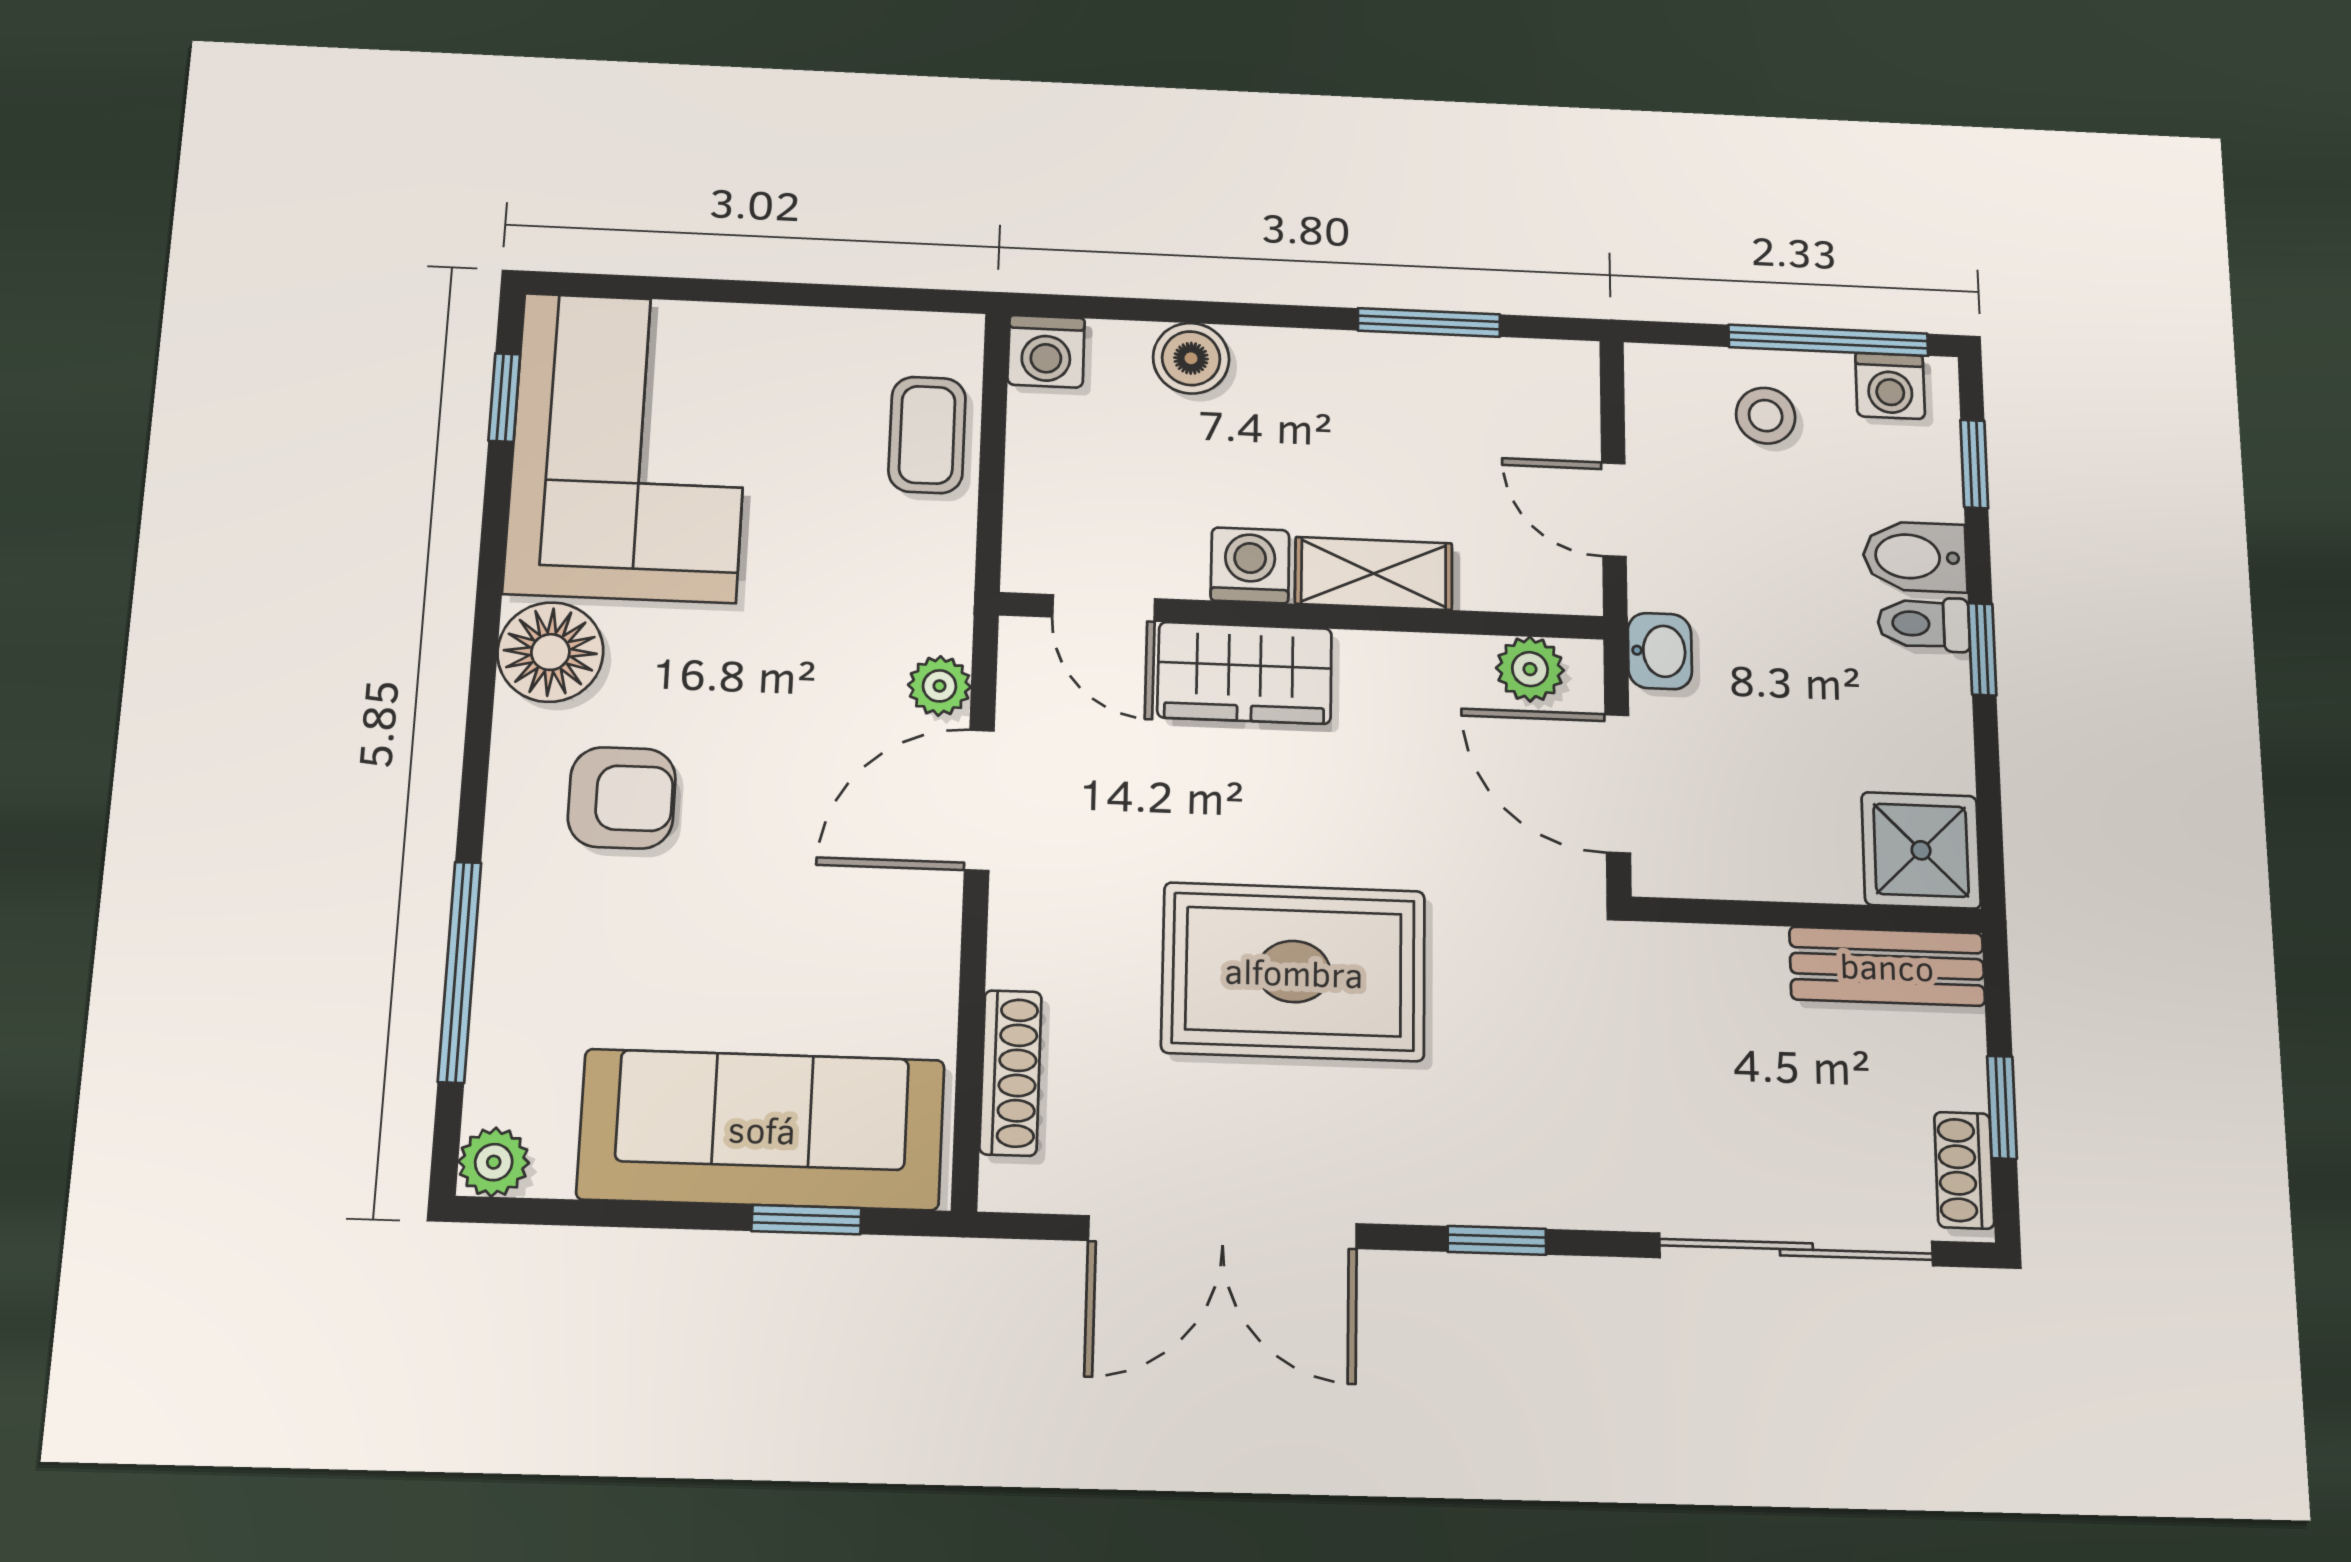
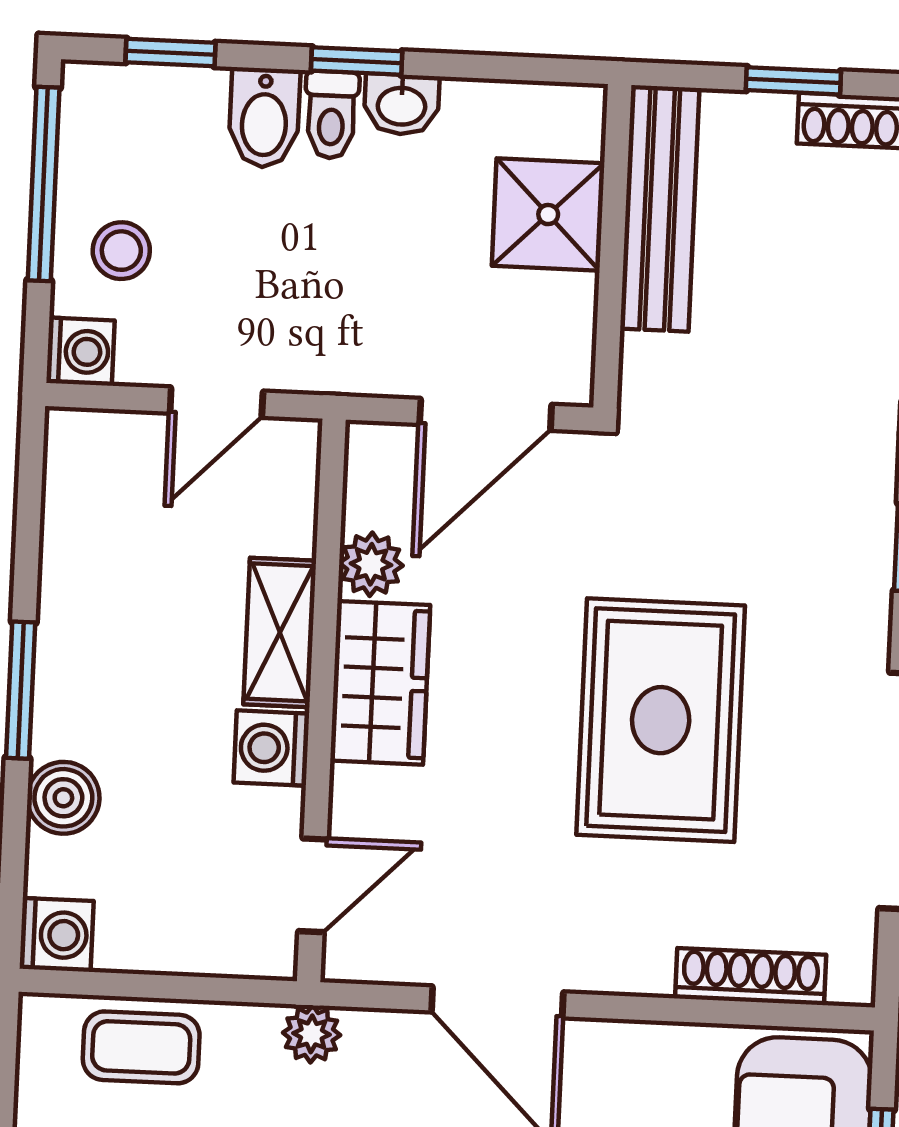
window: (1429, 322) -> (21, 690), moved
washing machine: (1890, 386) -> (80, 352), moved
washbasin: (1660, 651) -> (402, 104), moved, turned 180
plant: (1530, 669) -> (371, 564), moved
wardrobe: (1245, 673) -> (380, 683), moved
plant: (939, 686) -> (312, 1034), moved
shower: (1921, 850) -> (548, 215), moved
bench: (1887, 966) -> (660, 208), width x1.36

